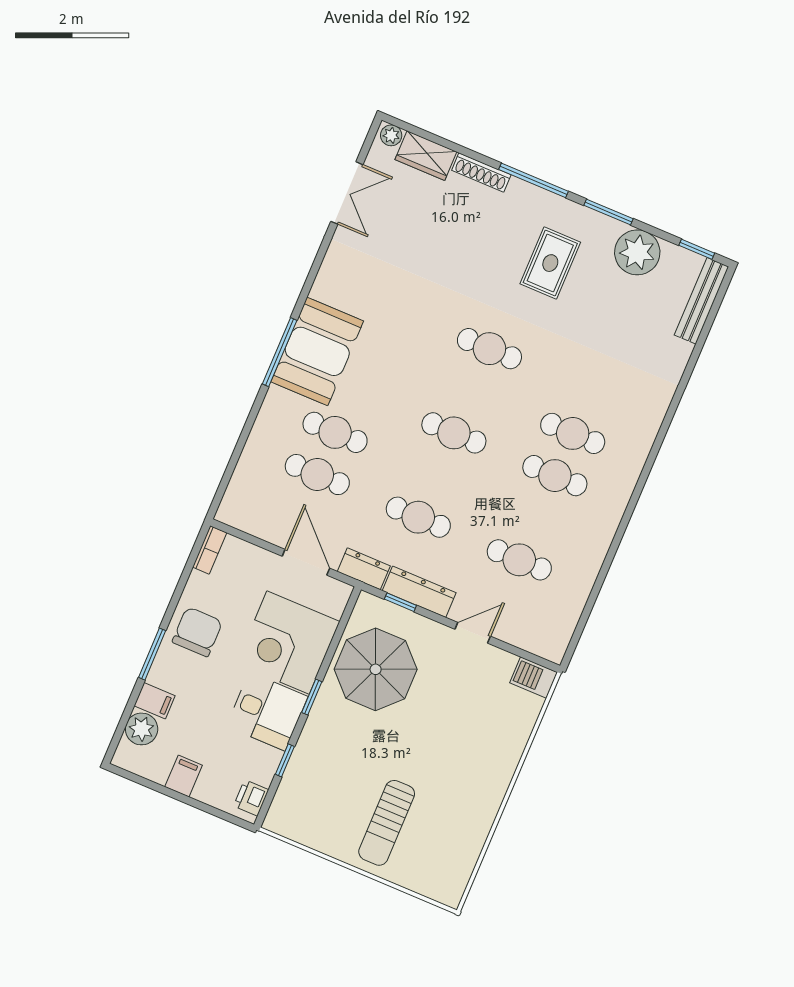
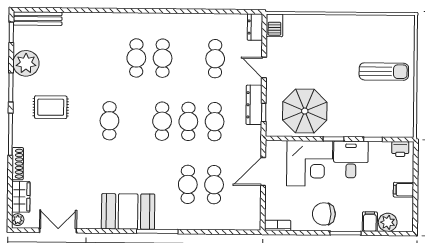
booth: (317, 351) -> (128, 211), moved
cafe table: (436, 475) -> (188, 121), added
dresser: (364, 569) -> (255, 27), moved

